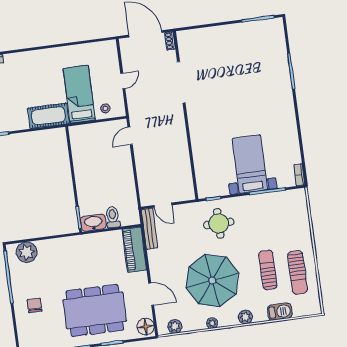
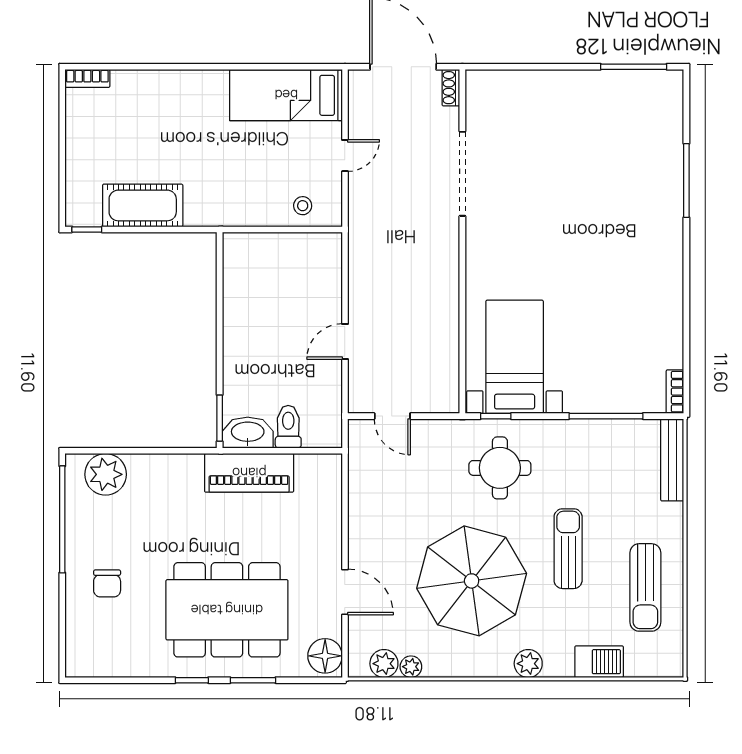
bed: (79, 94) -> (286, 95), moved, turned -90
cot: (48, 116) -> (143, 205), moved
door: (130, 136) -> (345, 342), moved
bed with nightstands: (250, 164) -> (515, 357), moved
bench: (150, 229) -> (672, 460), moved
piano: (134, 250) -> (249, 473), moved, turned -90
sun lounger: (268, 270) -> (568, 549), moved
chair: (34, 305) -> (107, 583), turned 180
plant: (212, 323) -> (411, 667), moved

